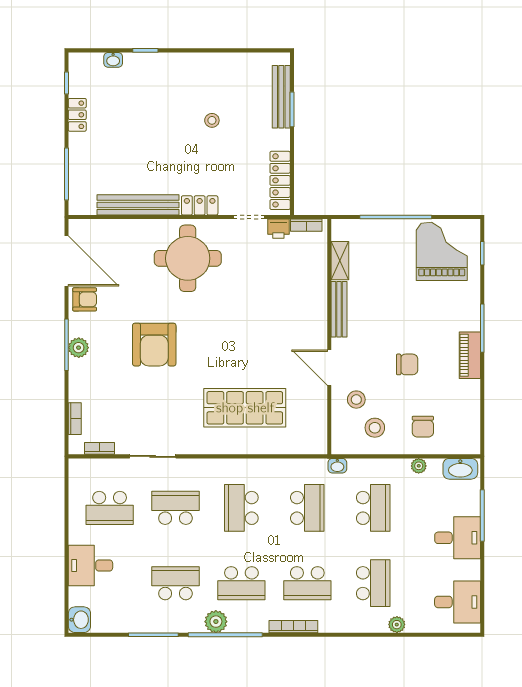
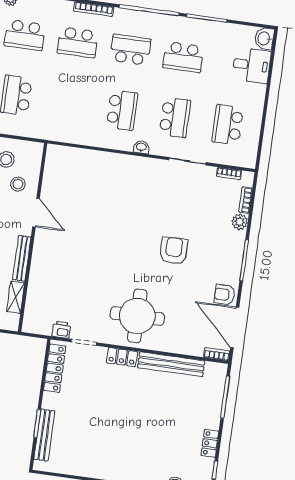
stool: (212, 120) -> (103, 424), removed
bookcase: (306, 225) -> (217, 354), moved
armchair: (154, 345) -> (174, 251), width x0.73, depth x0.73
plant: (79, 348) -> (240, 222), moved
shop shelf: (245, 408) -> (108, 190), removed
washbasin: (337, 466) -> (141, 147), moved
school desk: (110, 508) -> (228, 125), turned -90
school desk: (175, 508) -> (175, 117), turned -90
school desk: (307, 508) -> (69, 103), removed
desk: (90, 566) -> (252, 65), moved
school desk: (307, 583) -> (78, 42), turned 180
school desk: (373, 583) -> (25, 35), turned -90
plant: (216, 622) -> (155, 22), removed

